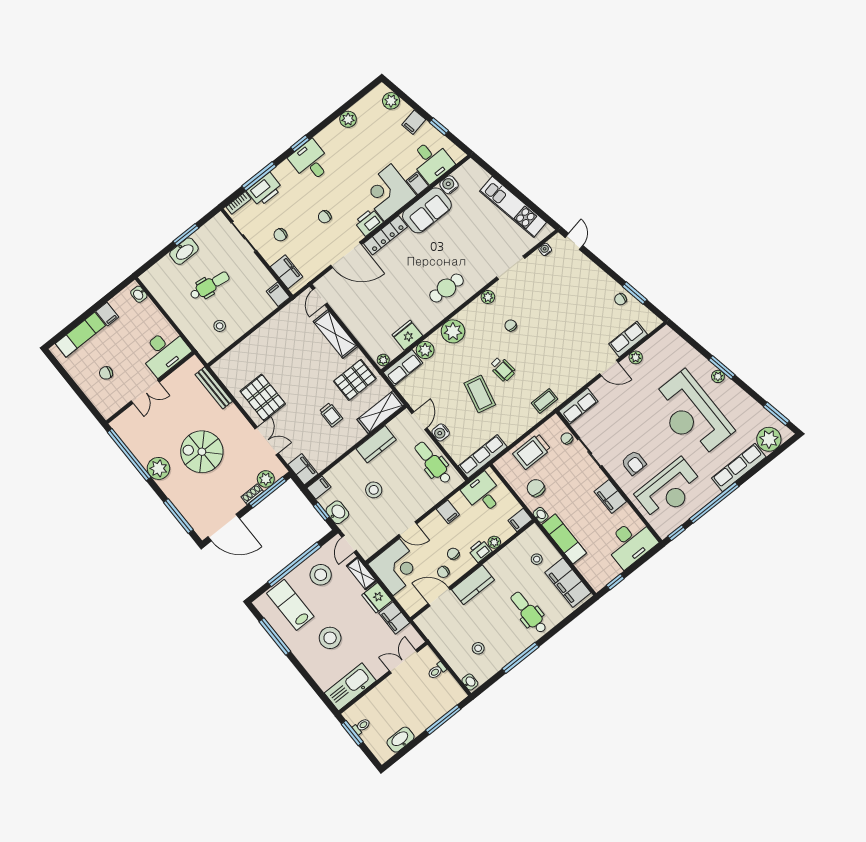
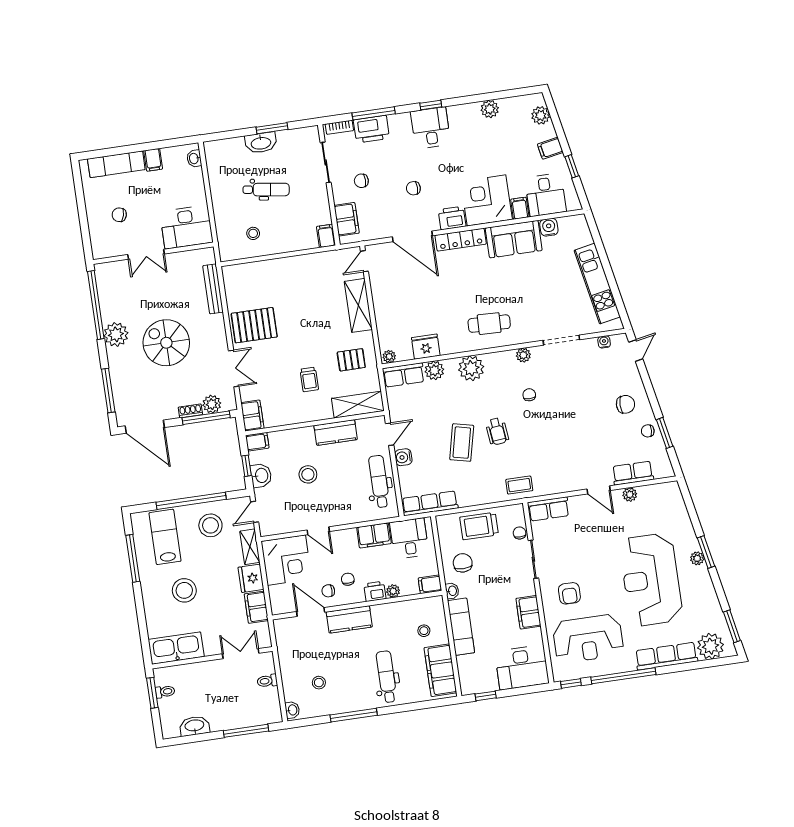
chair: (591, 289) -> (625, 404), added
pallet: (355, 380) -> (351, 360), width x0.67, depth x0.71
pallet: (263, 397) -> (254, 325), turned 90
filing cabinet: (448, 512) -> (374, 535), width x2.00

